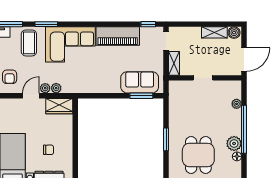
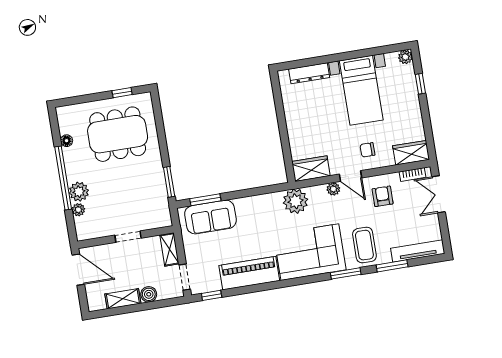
boiler: (234, 33) -> (149, 294), moved
door: (244, 59) -> (78, 270), swing flipped
plant: (56, 88) -> (295, 201), moved, width x1.87, depth x1.87
door: (31, 96) -> (351, 176), hinge flipped
window: (166, 139) -> (169, 182), moved
plant: (234, 144) -> (79, 192), moved
chair: (49, 150) -> (367, 150), moved
dining table: (198, 155) -> (118, 134), width x1.38

